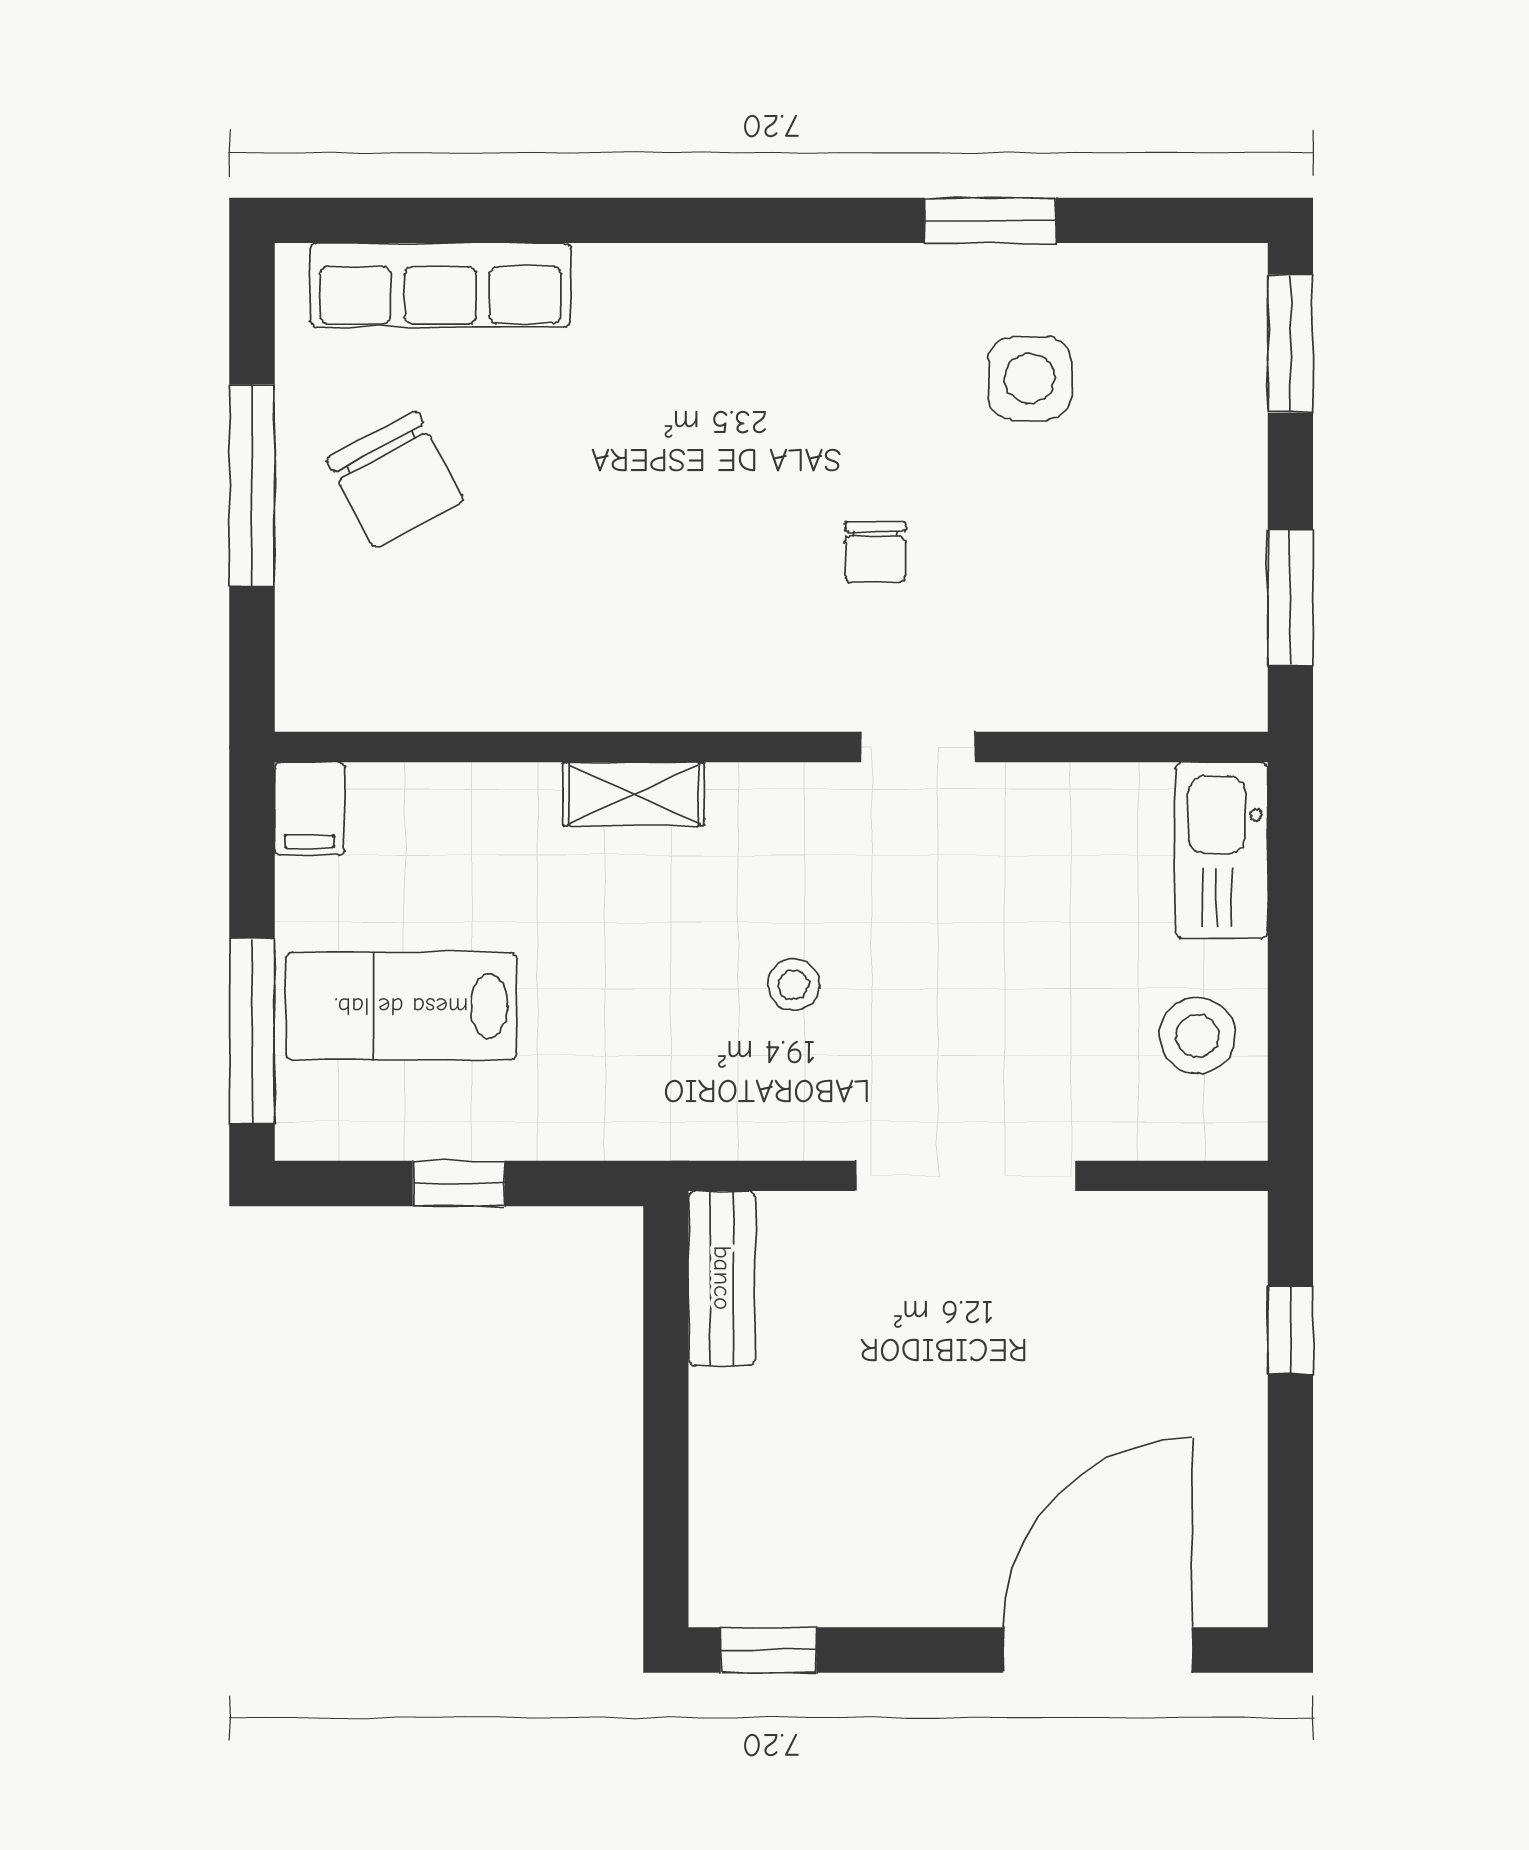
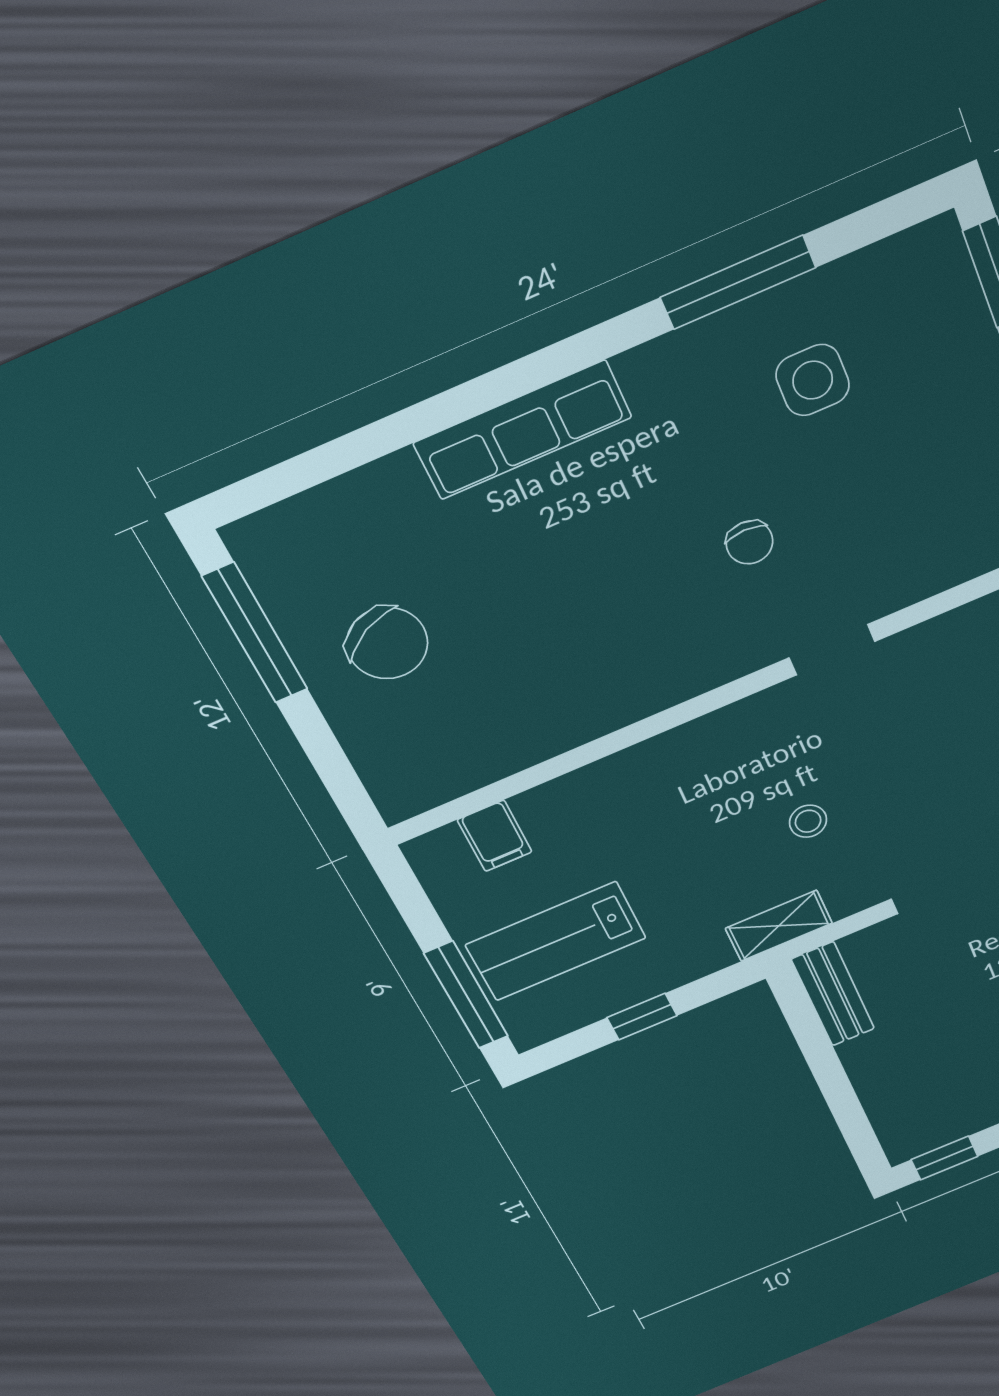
window: (990, 220) -> (738, 282), width x1.44
row of seats: (440, 285) -> (523, 430), moved
window: (252, 485) -> (255, 633), moved
shelving: (634, 794) -> (779, 926), moved
filing cabinet: (310, 809) -> (495, 836), moved

